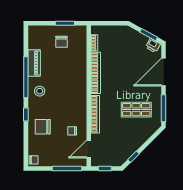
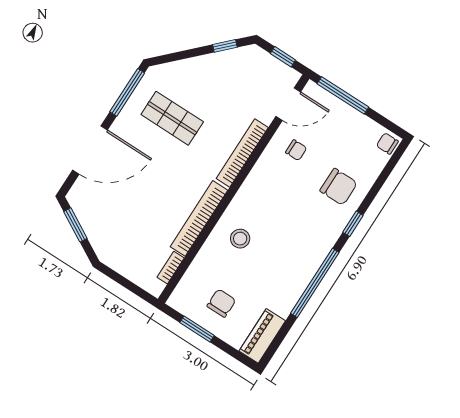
printer: (153, 46) -> (80, 203), removed
piano: (34, 63) -> (262, 336), moved
stool: (40, 91) -> (240, 239), moved

